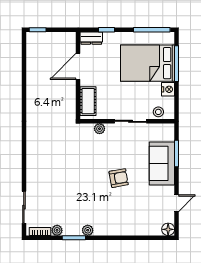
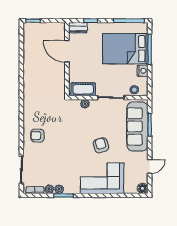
door: (78, 66) -> (67, 51), hinge flipped
cot: (88, 101) -> (83, 89), moved, turned 90
sofa: (162, 163) -> (137, 127), width x1.36
armchair: (43, 166) -> (38, 136), added
armchair: (119, 178) -> (101, 145), turned -97
corner sofa: (120, 217) -> (102, 178), added
plant: (88, 230) -> (59, 189), moved

